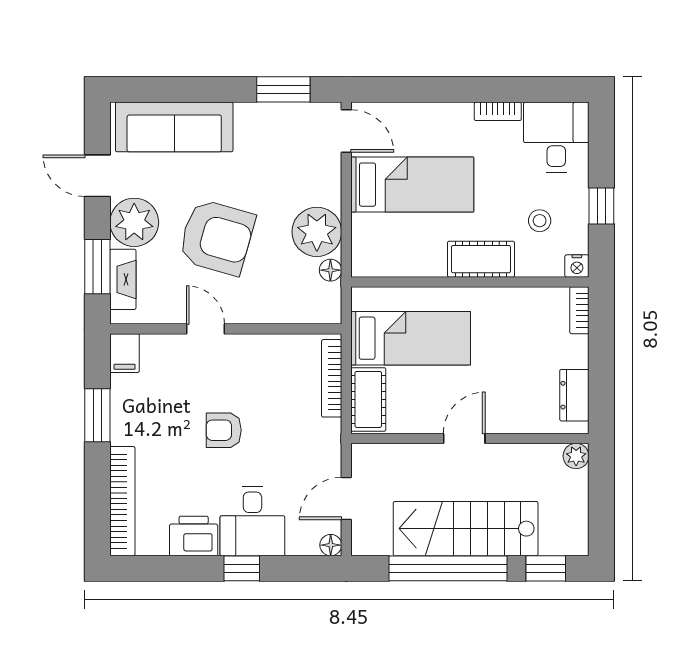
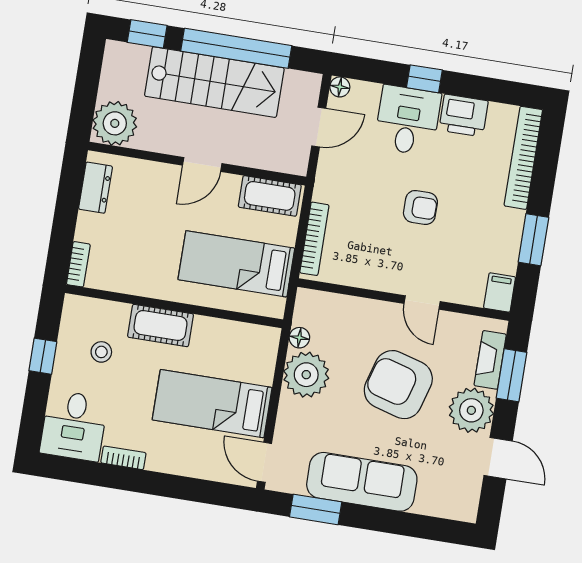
sofa: (174, 127) -> (362, 482), moved
nightstand: (577, 266) -> (74, 305), removed
cot: (368, 399) -> (270, 196), moved, turned 90
plant: (576, 456) -> (115, 123), width x1.88, depth x1.88

